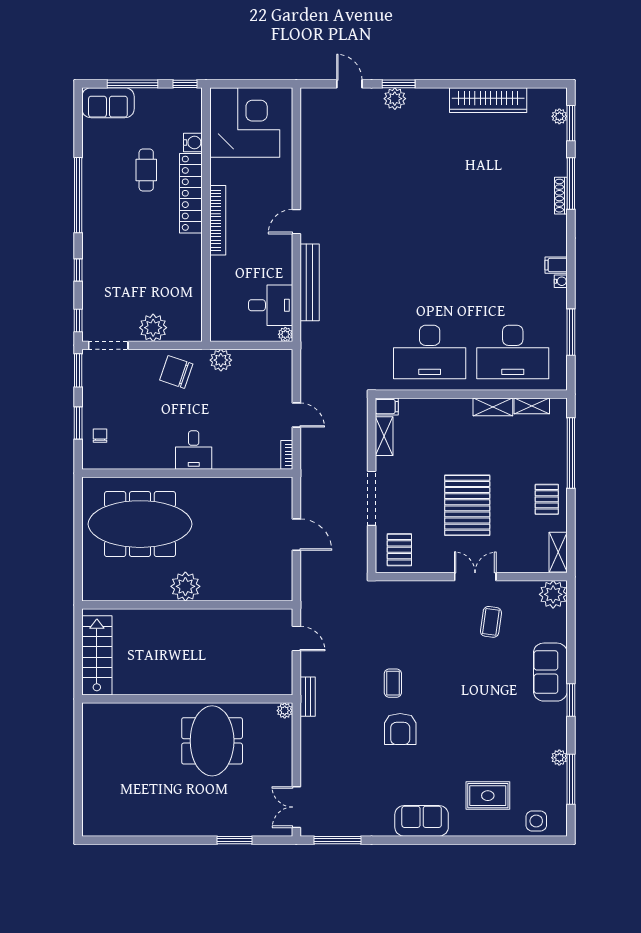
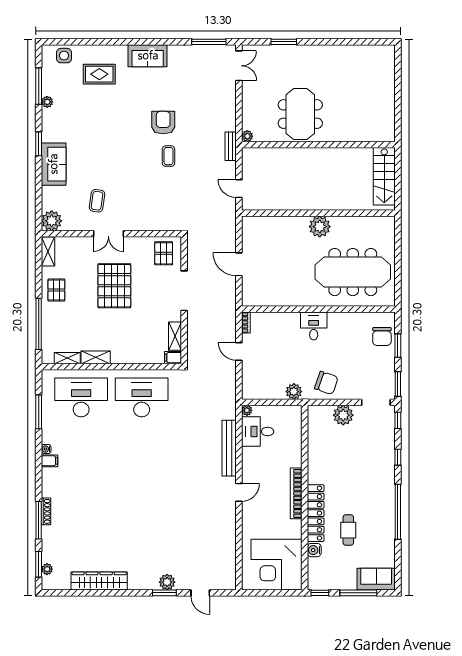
chair: (100, 436) -> (382, 336), width x1.87, depth x1.87

